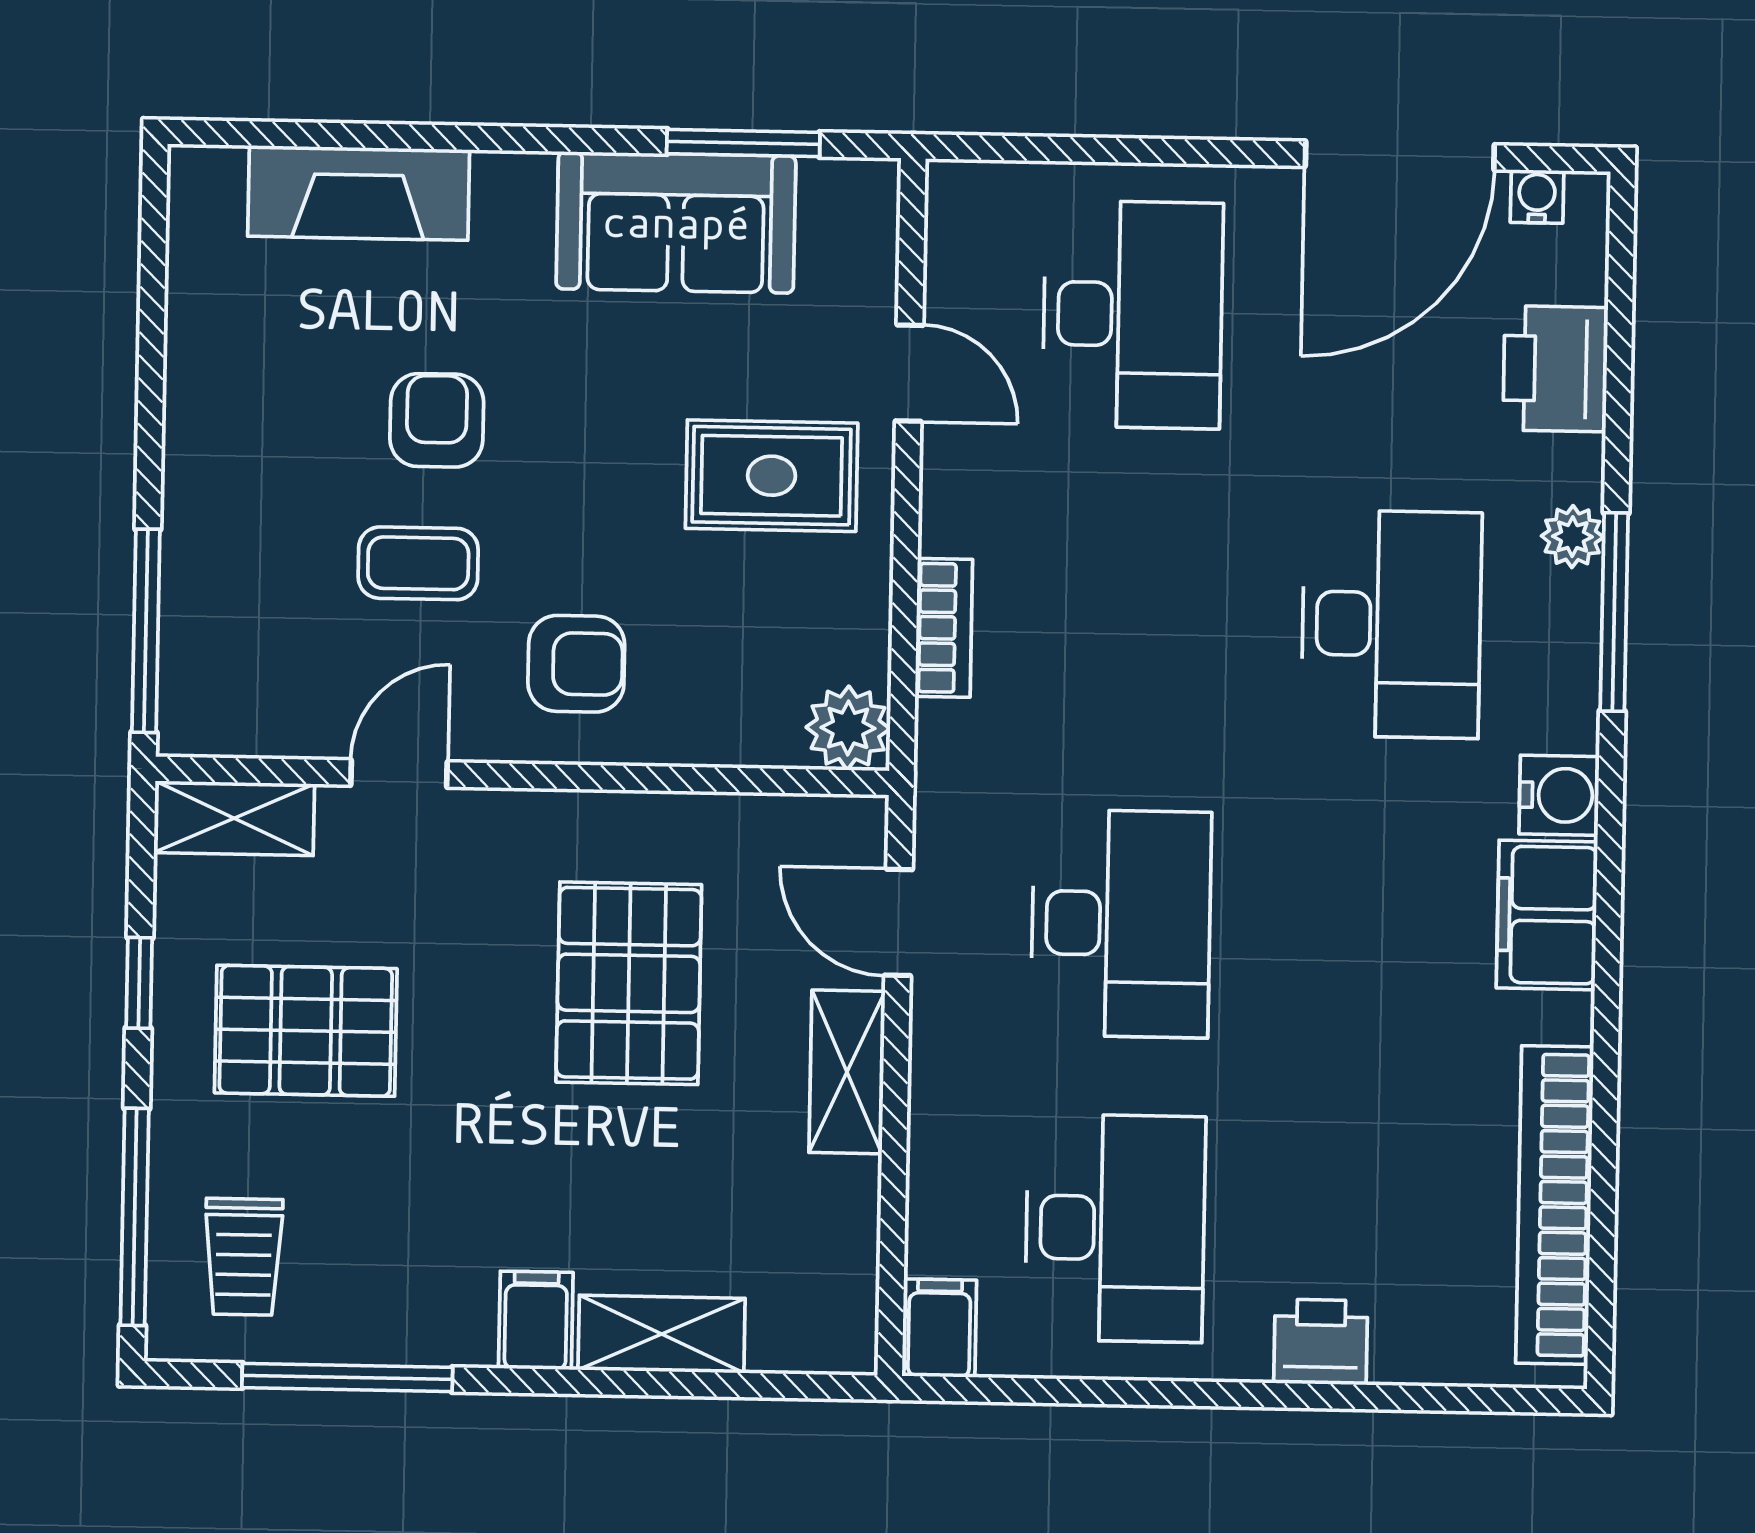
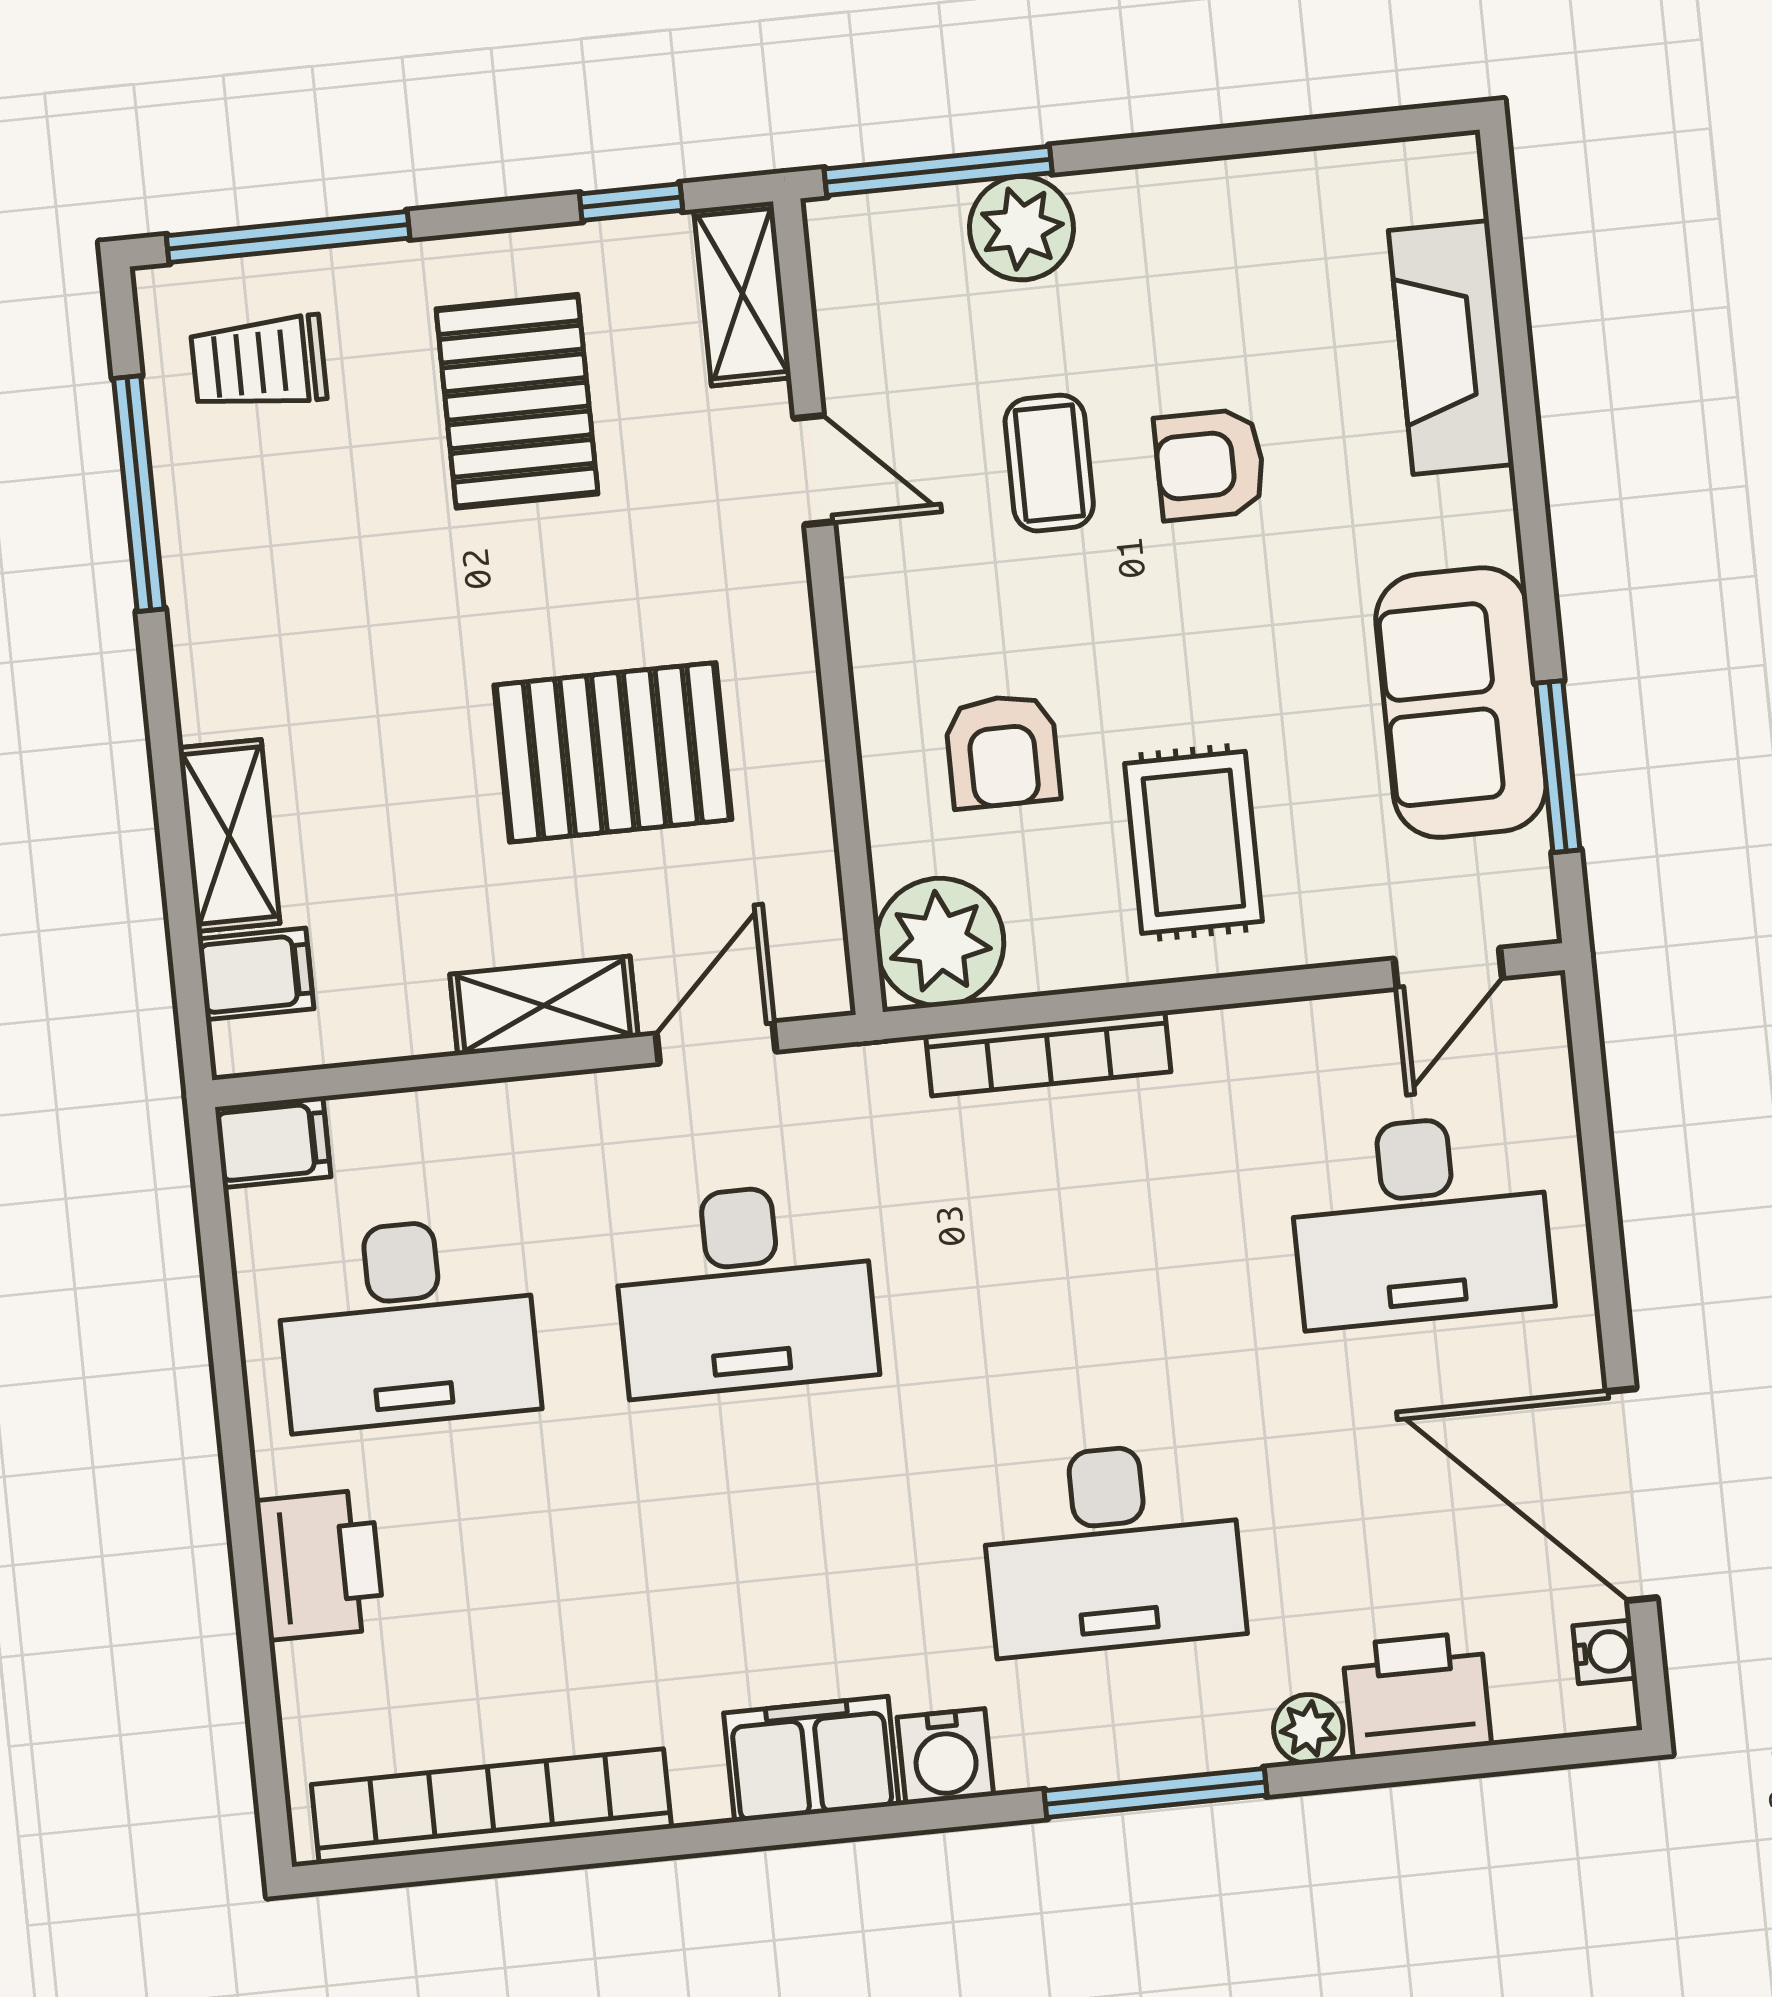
door: (909, 373) -> (1448, 968), moved
armchair: (437, 420) -> (1210, 465), turned 180
plant: (1572, 537) -> (1308, 1729), moved
plant: (206, 563) -> (1021, 228), added
bookcase: (944, 628) -> (1048, 1053), width x1.56
armchair: (576, 664) -> (1003, 751), moved
plant: (848, 728) -> (940, 942), width x1.36, depth x1.36
window: (139, 983) -> (631, 202), moved
filing cabinet: (536, 1320) -> (256, 974), moved
printer: (1321, 1342) -> (320, 1565), width x1.36, depth x1.24

